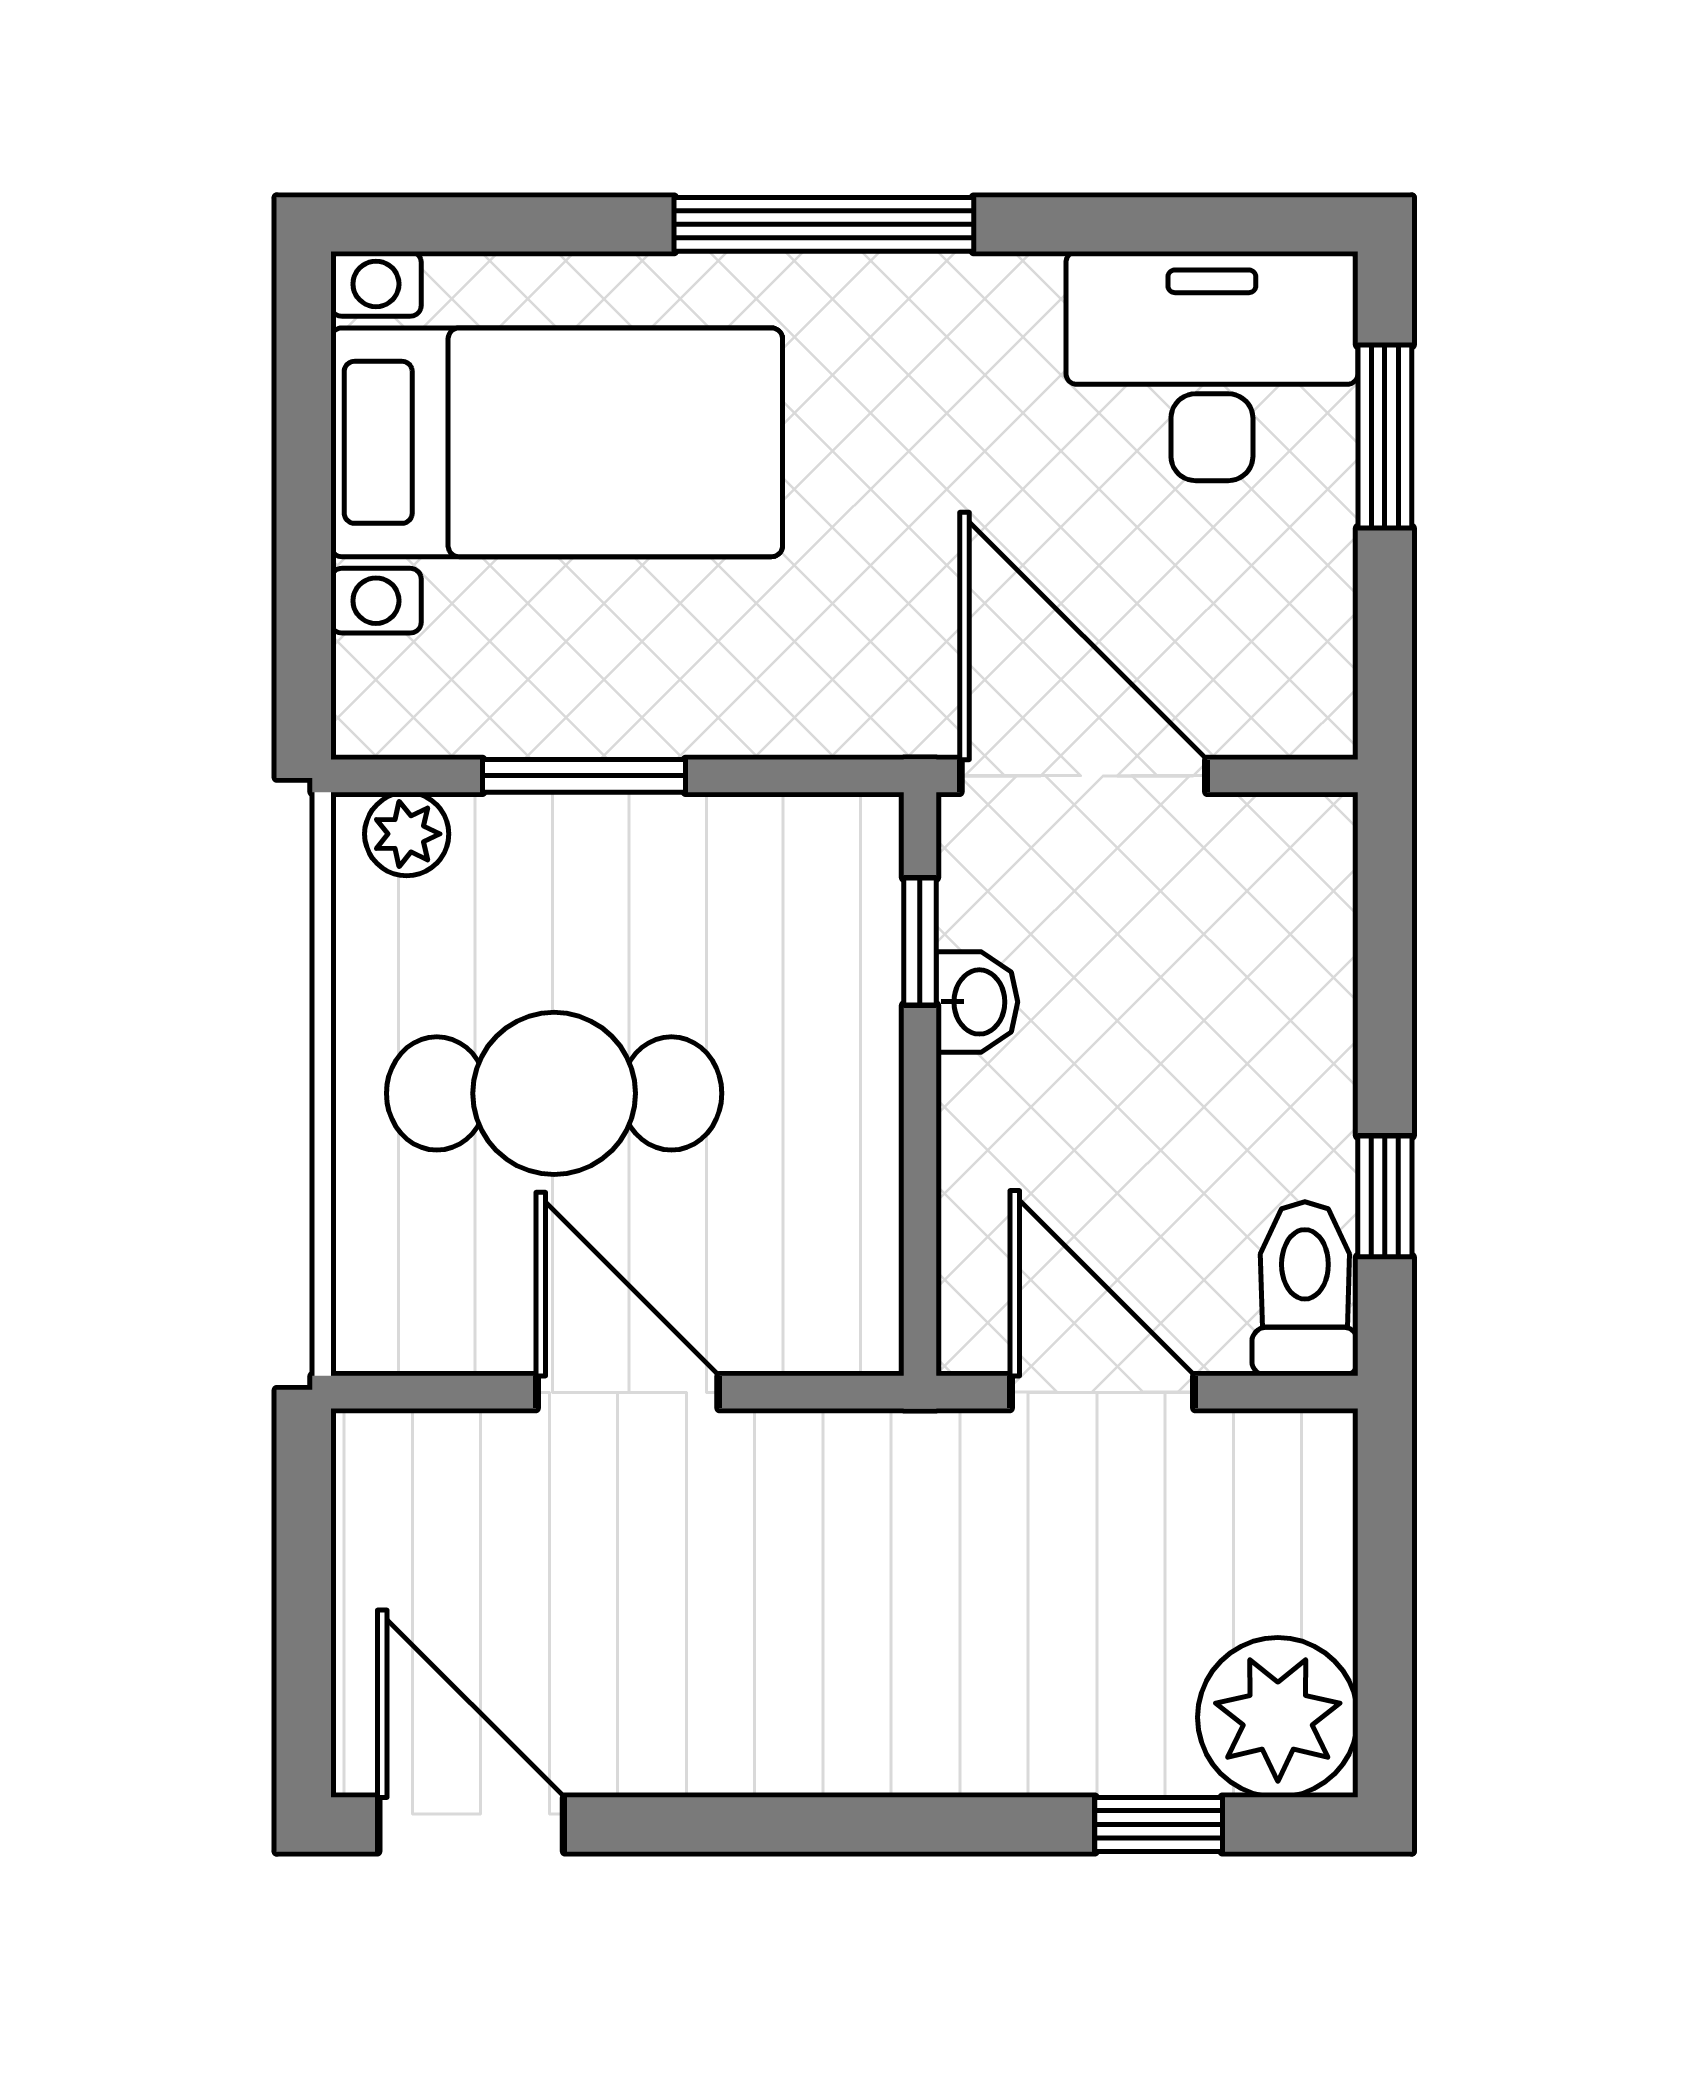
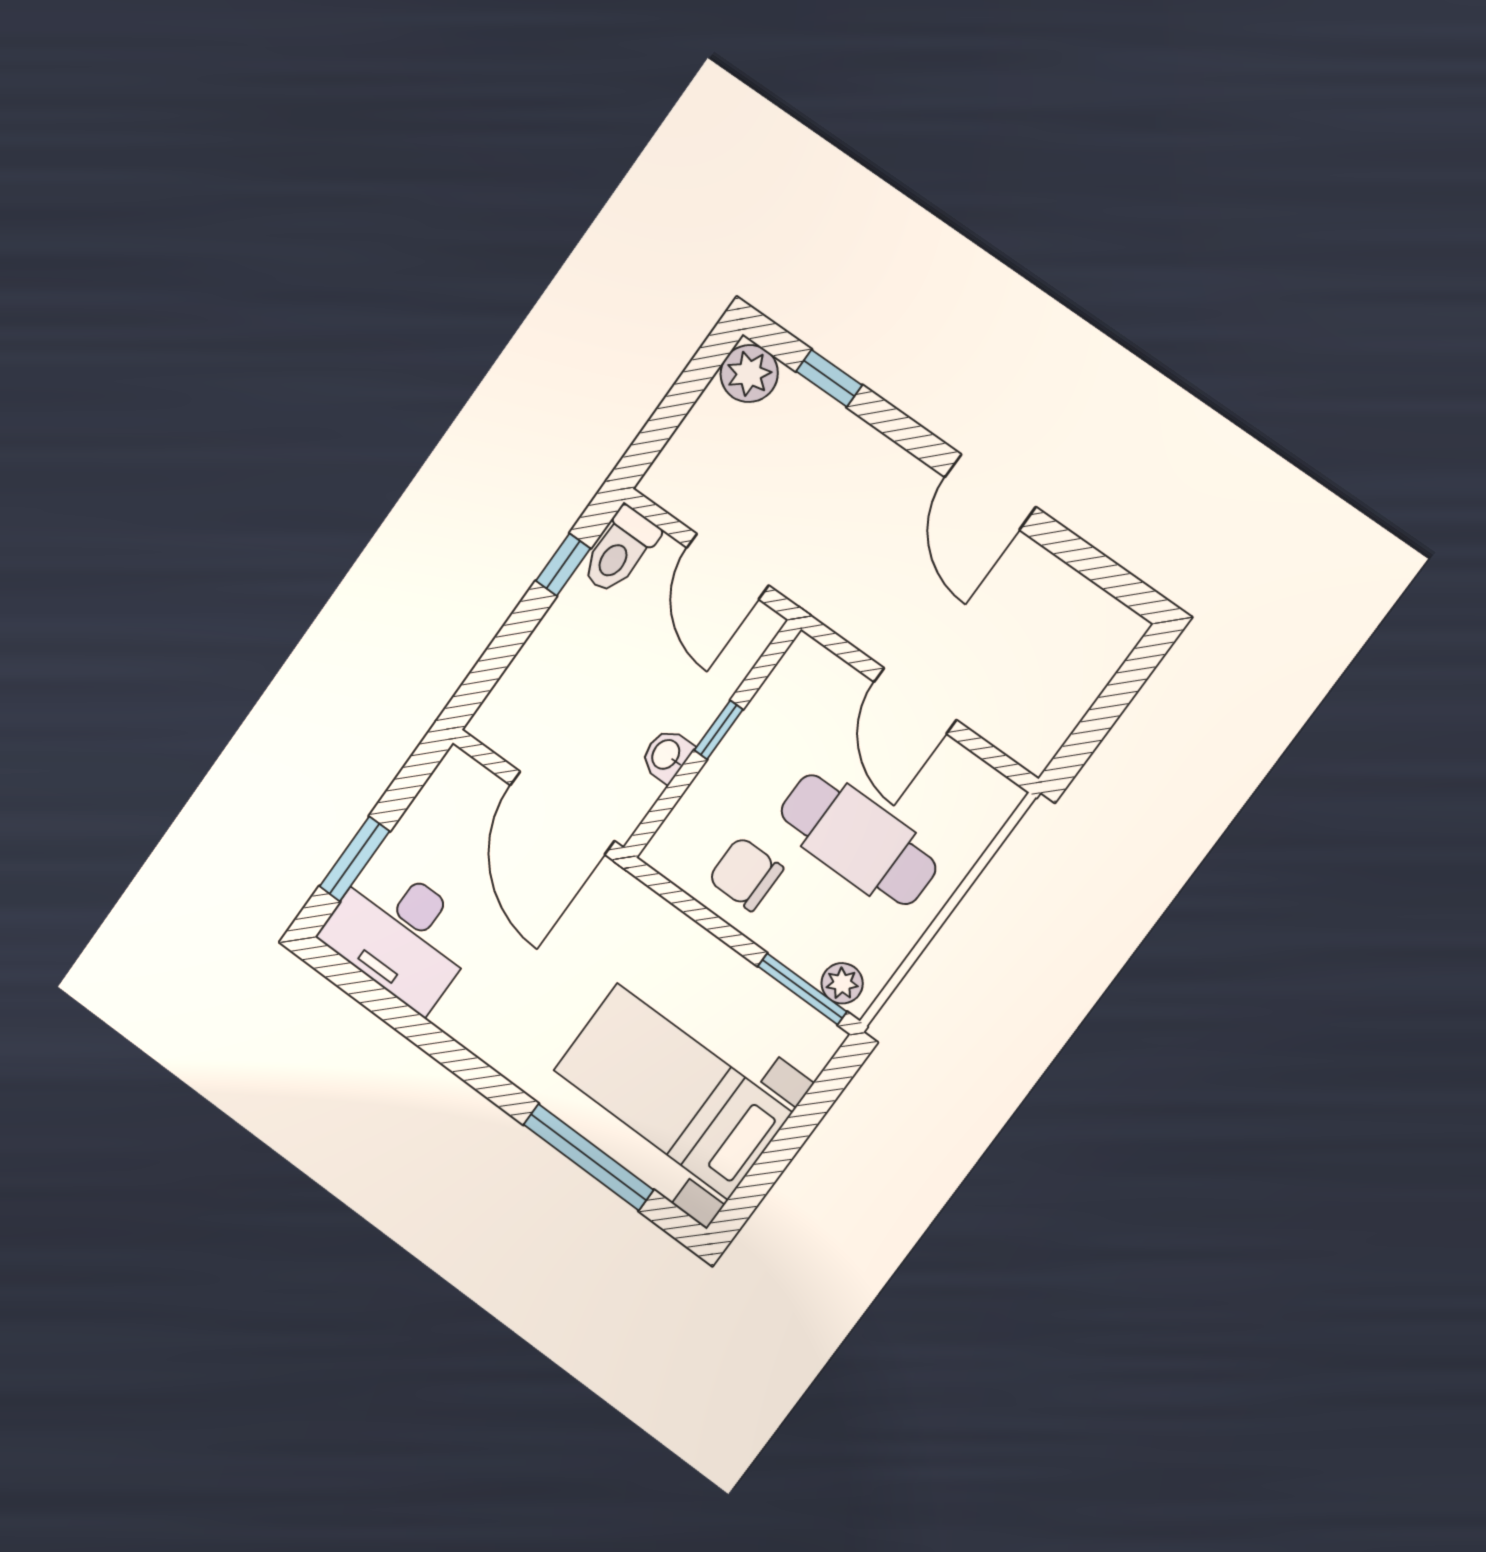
window: (824, 224) -> (588, 1157), moved
window: (584, 776) -> (802, 989), moved
chair: (700, 899) -> (746, 874), added
window: (920, 941) -> (719, 730), moved
plant: (1278, 1717) -> (749, 374), width x0.73, depth x0.73
door: (471, 1825) -> (990, 492), moved

